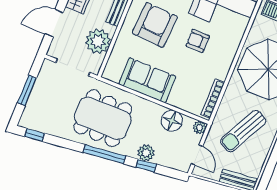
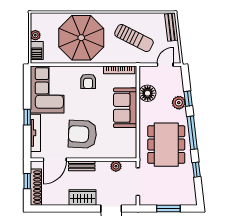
plant: (98, 41) -> (116, 166), width x0.53, depth x0.53
armchair: (198, 41) -> (88, 81), moved
sofa: (147, 80) -> (125, 108), moved
plant: (199, 128) -> (144, 71), removed
window: (35, 135) -> (196, 170), moved

